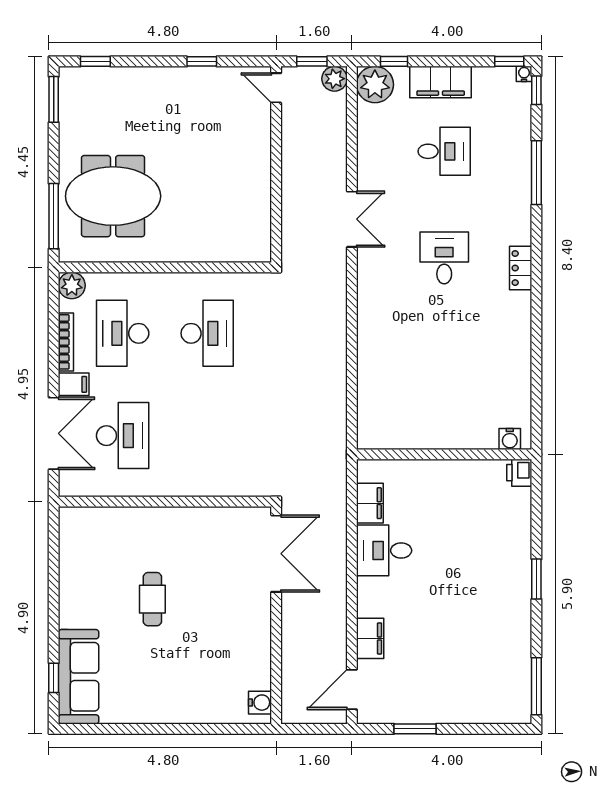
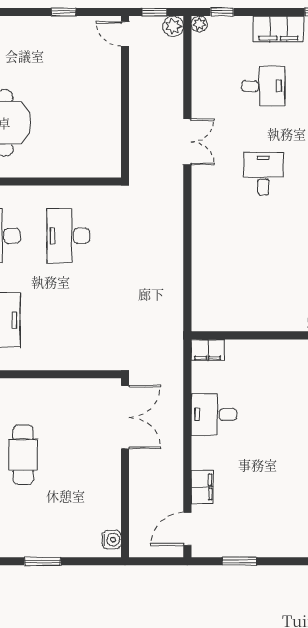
filing cabinet: (441, 82) -> (279, 29), moved
plant: (375, 85) -> (199, 24), width x0.53, depth x0.53
desk: (207, 333) -> (68, 236), turned 180
filing cabinet: (370, 503) -> (208, 350), moved, turned 90
cafe table: (152, 599) -> (23, 455), width x1.37, depth x1.35
window: (176, 729) -> (43, 561), added

